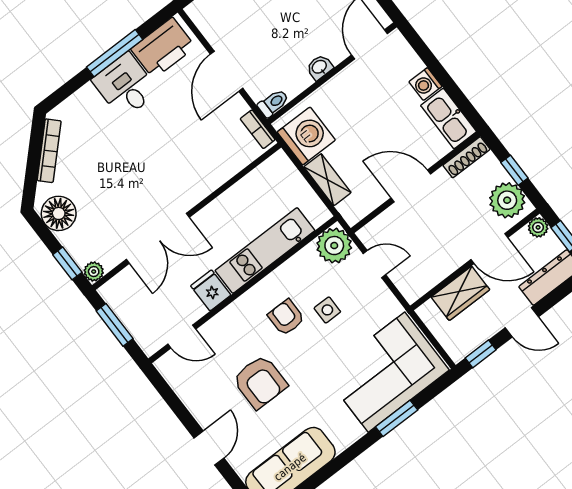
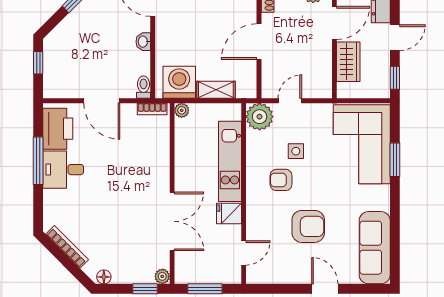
plant: (279, 161) -> (182, 110), added
floor lamp: (59, 213) -> (104, 277), width x0.53, depth x0.53

